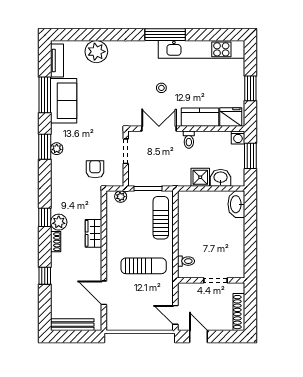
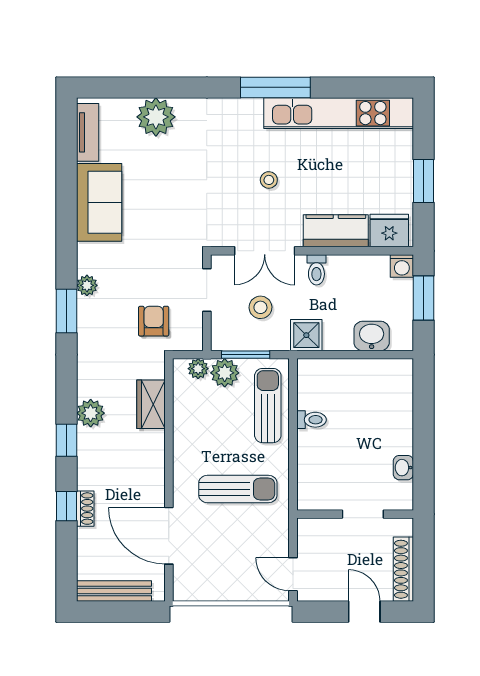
window: (45, 95) -> (66, 192), removed
double door: (159, 129) -> (265, 251), swing flipped
window: (45, 147) -> (66, 311), moved
stool: (157, 161) -> (260, 307), added
shower: (200, 177) -> (306, 335), moved
plant: (136, 199) -> (225, 373), added
washbasin: (236, 204) -> (403, 468), moved, width x0.52, depth x0.69
window: (45, 217) -> (66, 440), moved
wardrobe: (94, 233) -> (151, 404), moved
shoe rack: (56, 242) -> (85, 509), moved
toilet: (186, 261) -> (311, 420), moved
door: (104, 293) -> (169, 536), width x1.36
door: (198, 336) -> (364, 612), moved

